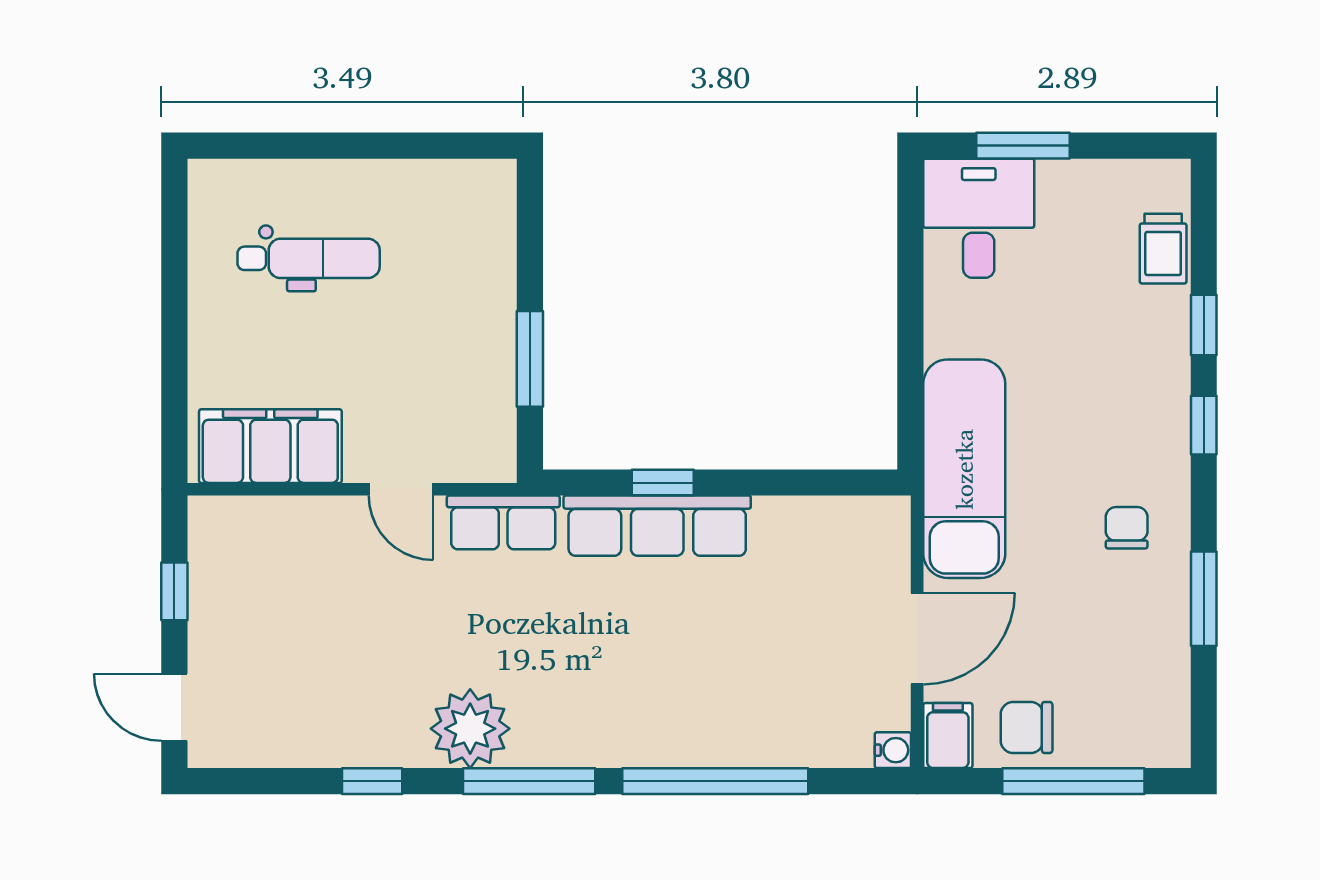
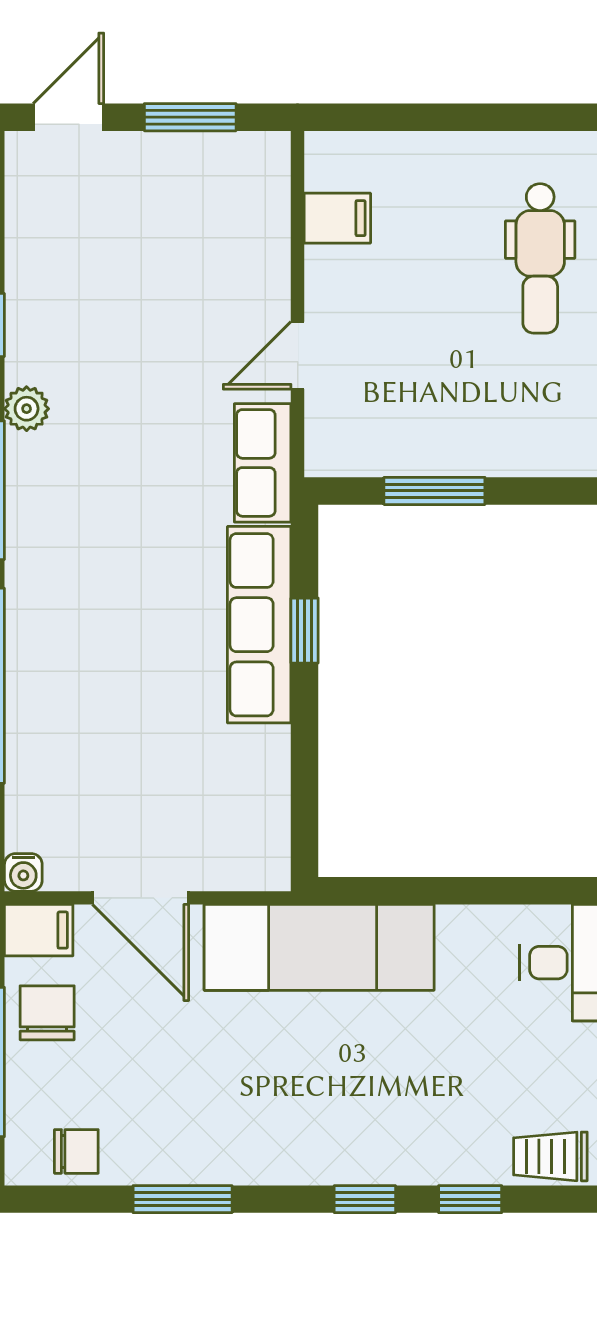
filing cabinet: (270, 446) -> (337, 218), width x0.33, depth x0.86
chair: (1127, 528) -> (76, 1151), moved
window: (174, 591) -> (190, 117), width x1.50
plant: (470, 729) -> (27, 409), width x0.53, depth x0.53

